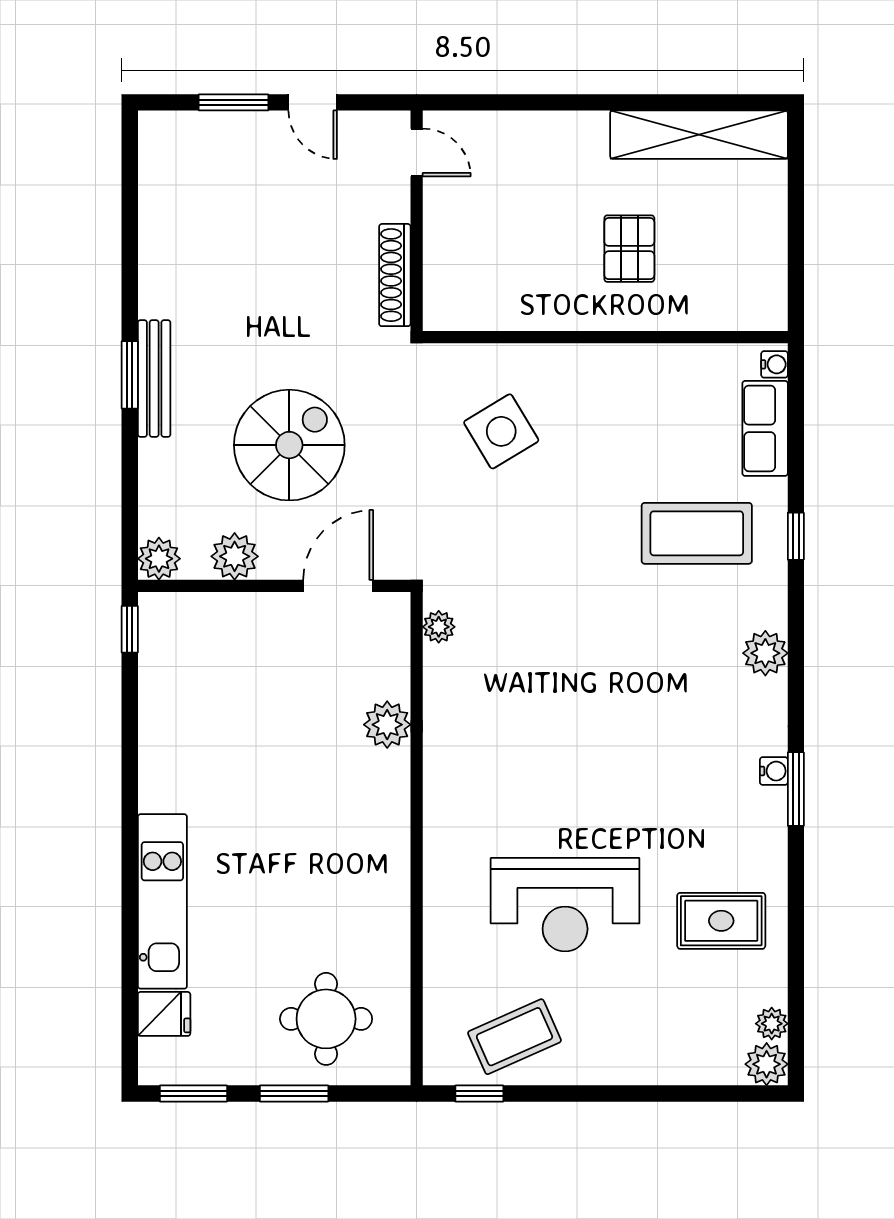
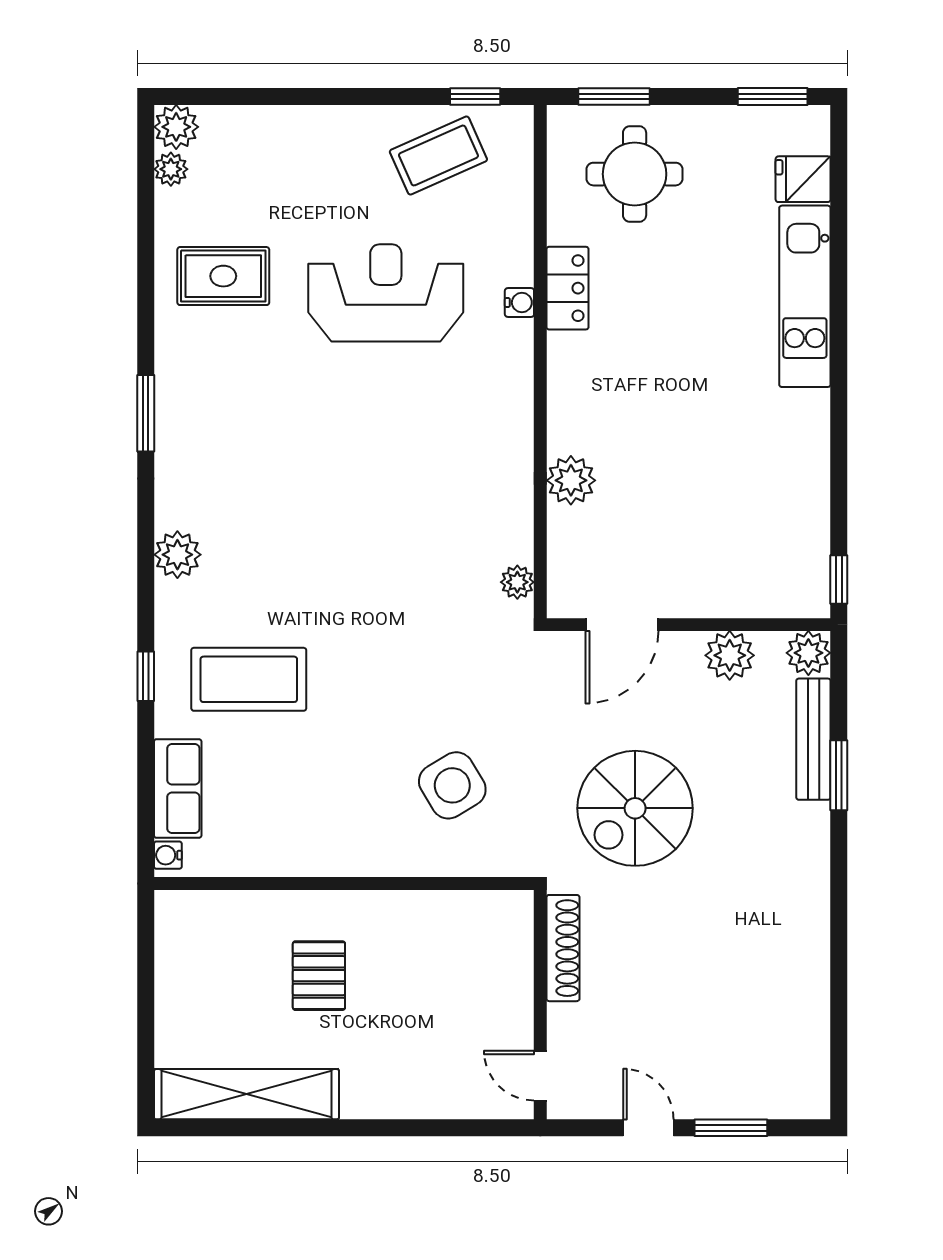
window: (130, 375) -> (839, 775), moved
bench: (154, 379) -> (813, 739), moved
spiral stairs: (289, 445) -> (635, 808), moved
water cooler: (774, 771) -> (519, 303), moved, turned 180
locker: (390, 909) -> (567, 288), added
window: (294, 1093) -> (614, 96), moved

